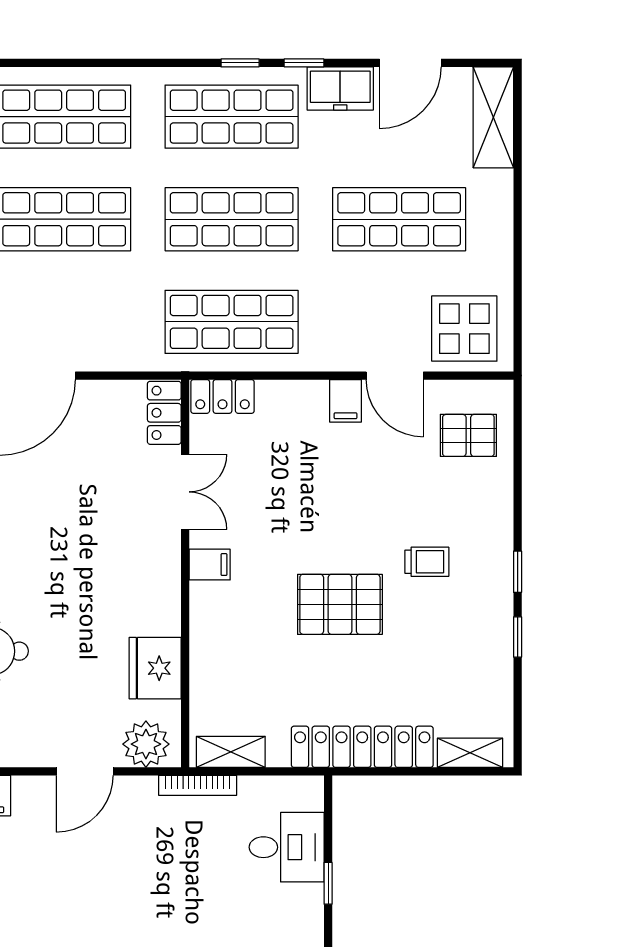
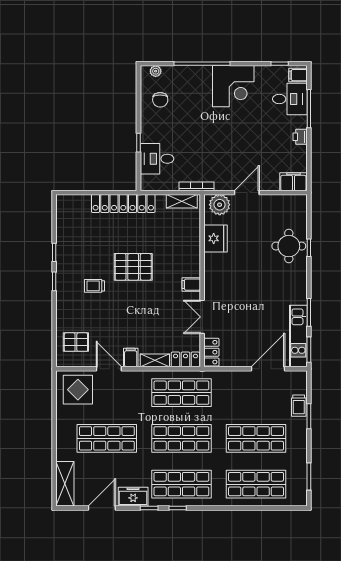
shelving: (470, 753) -> (155, 360), moved

